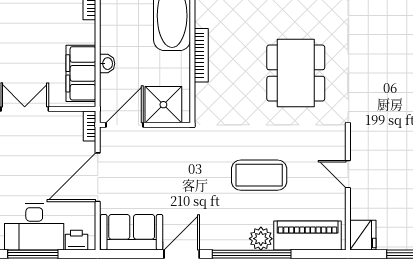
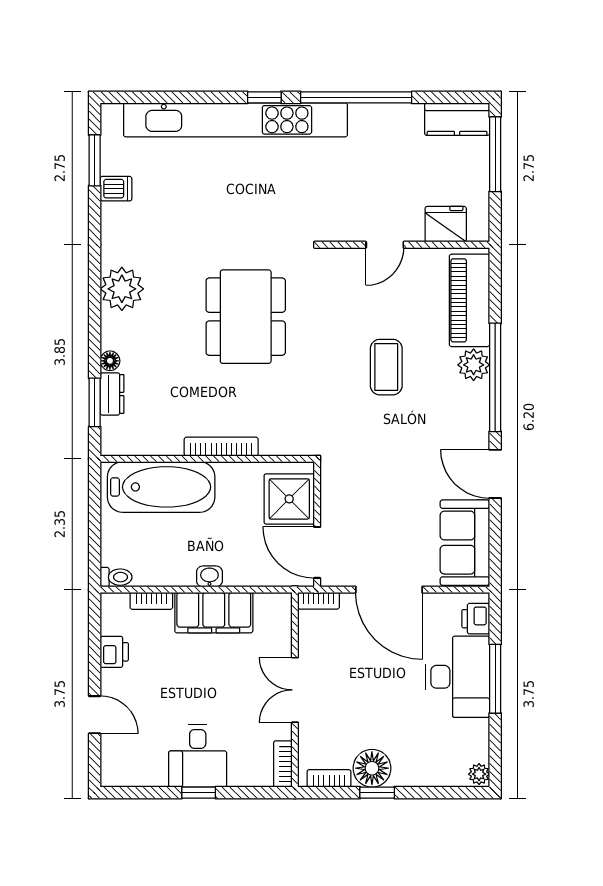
washbasin: (107, 64) -> (209, 576), moved
filing cabinet: (81, 73) -> (214, 613), moved
dining table: (296, 73) -> (246, 317), turned 90
coffee table: (259, 175) -> (386, 367), width x0.73, depth x0.76
fridge: (363, 235) -> (446, 224), moved

